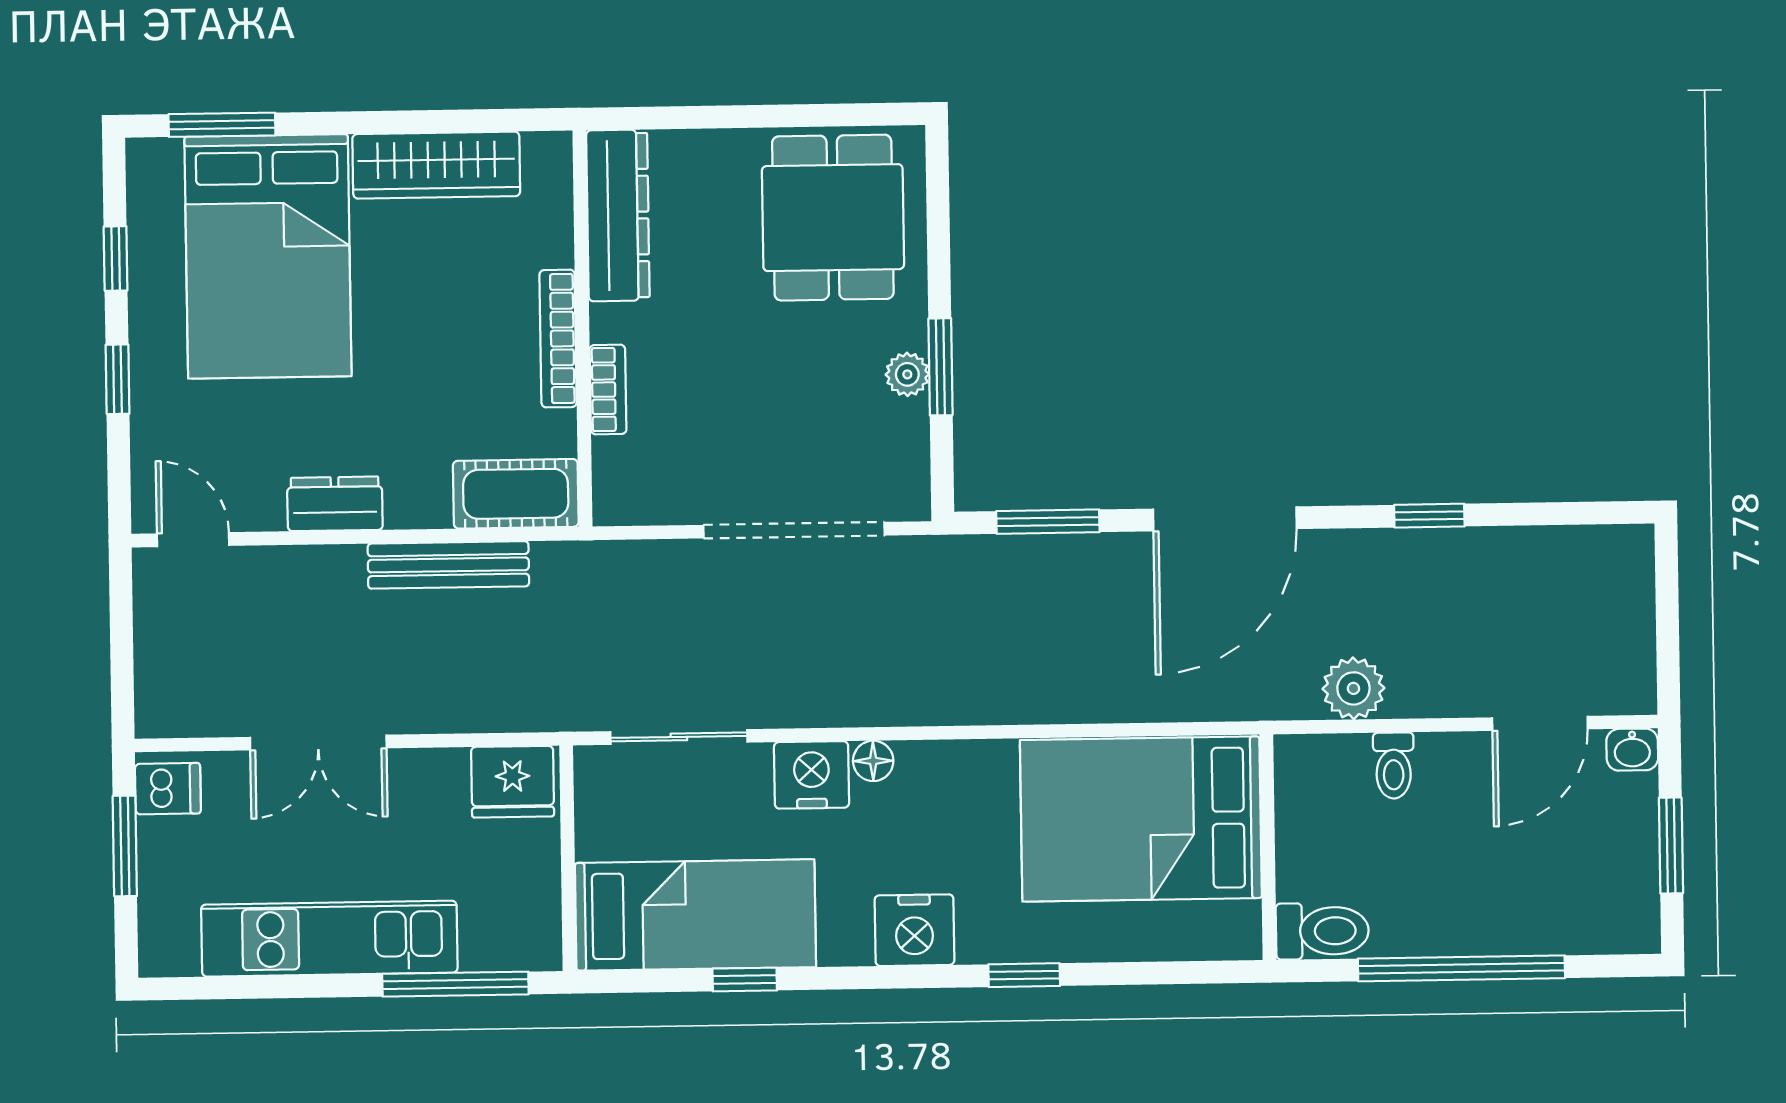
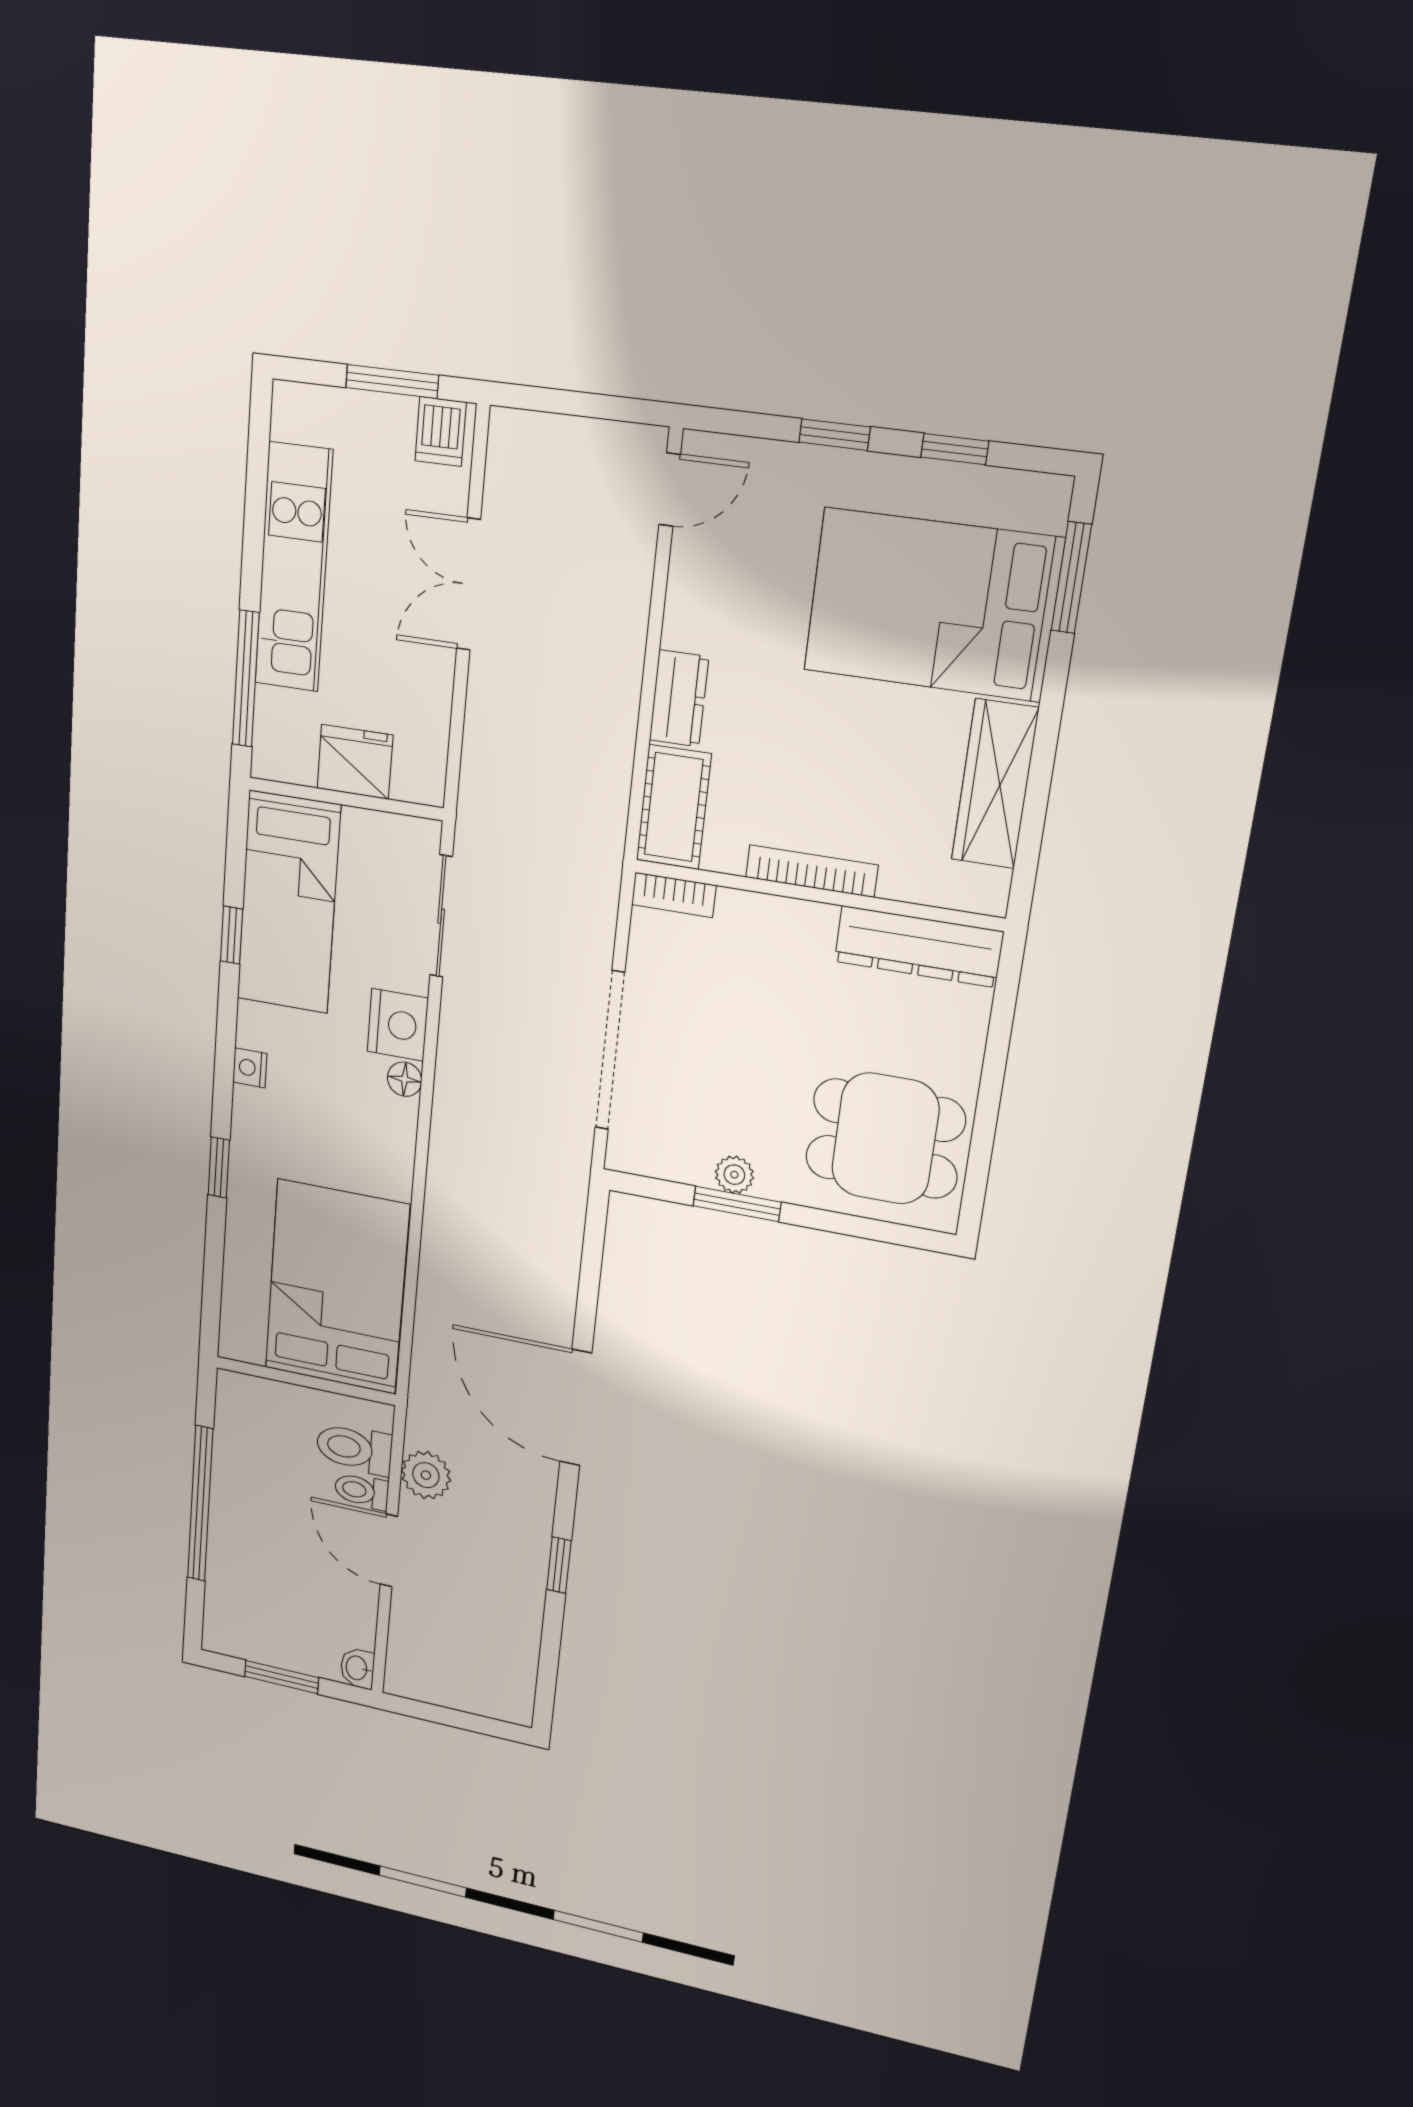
bookcase: (608, 390) -> (674, 895), moved
dresser: (335, 504) -> (679, 698), moved
window: (1048, 522) -> (591, 1265), removed
bench: (448, 565) -> (616, 733), removed
door: (1540, 723) -> (389, 1550), moved
fridge: (513, 782) -> (355, 762), moved, turned 90
nightstand: (914, 930) -> (250, 1068), width x0.53, depth x0.56
toilet: (1322, 931) -> (354, 1449), moved, turned 90

